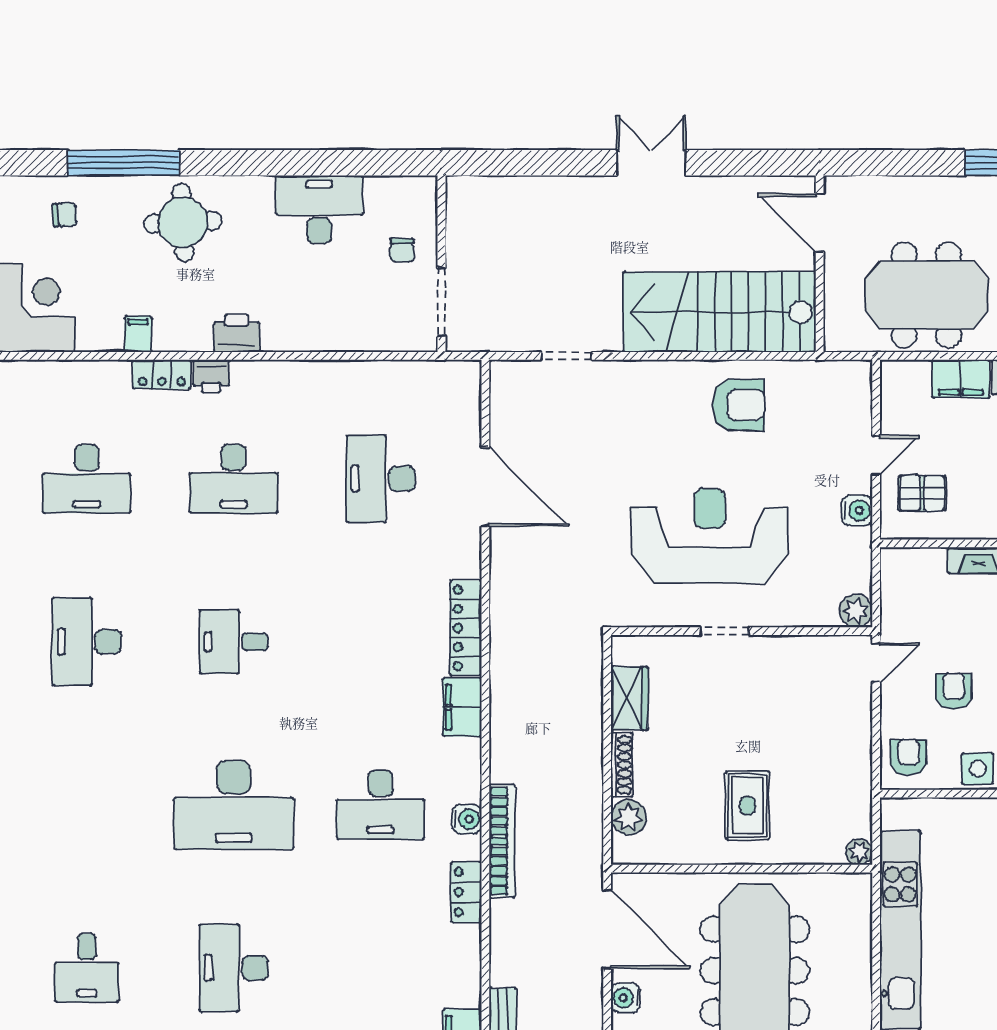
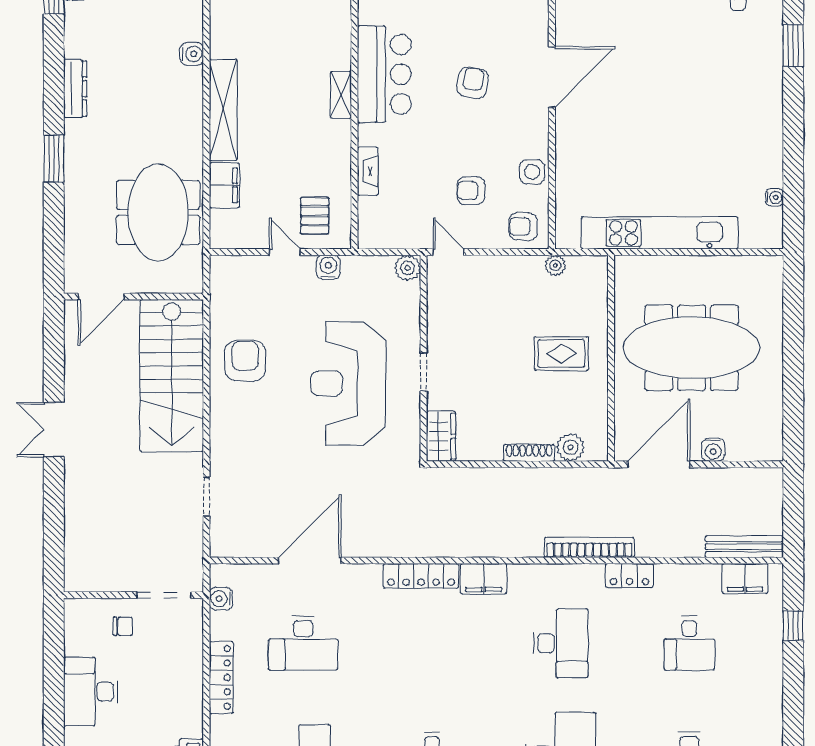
locker: (337, 375) -> (221, 677), added
wardrobe: (629, 698) -> (441, 436), moved, turned 90
water cooler: (467, 819) -> (221, 599), moved, turned -90
plant: (859, 852) -> (555, 265), moved
desk: (381, 968) -> (689, 643), added

